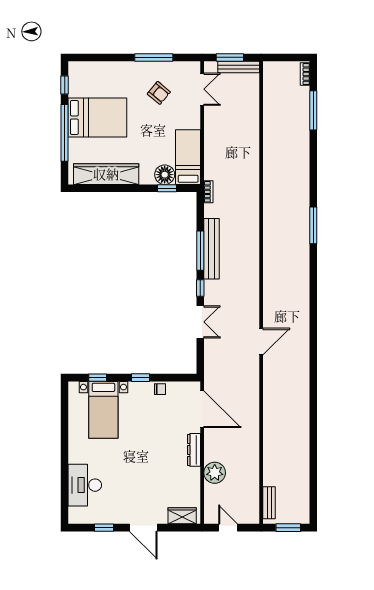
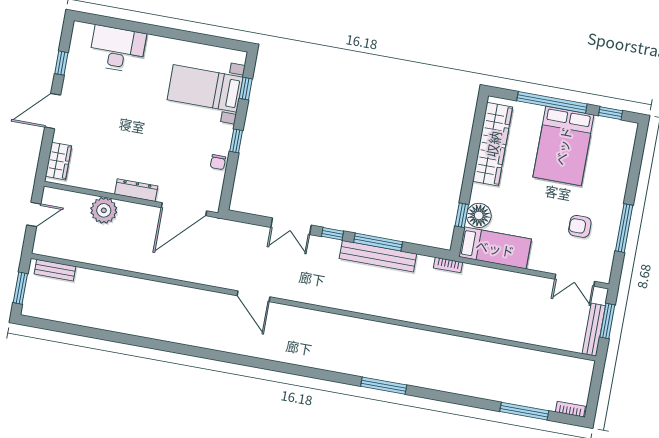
armchair: (159, 93) -> (580, 226), turned 50

